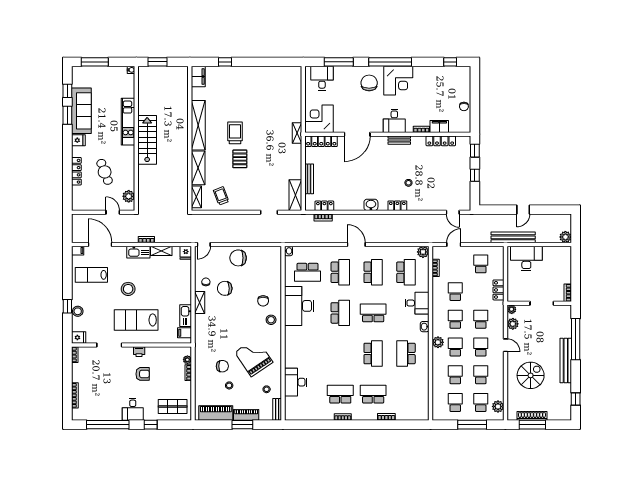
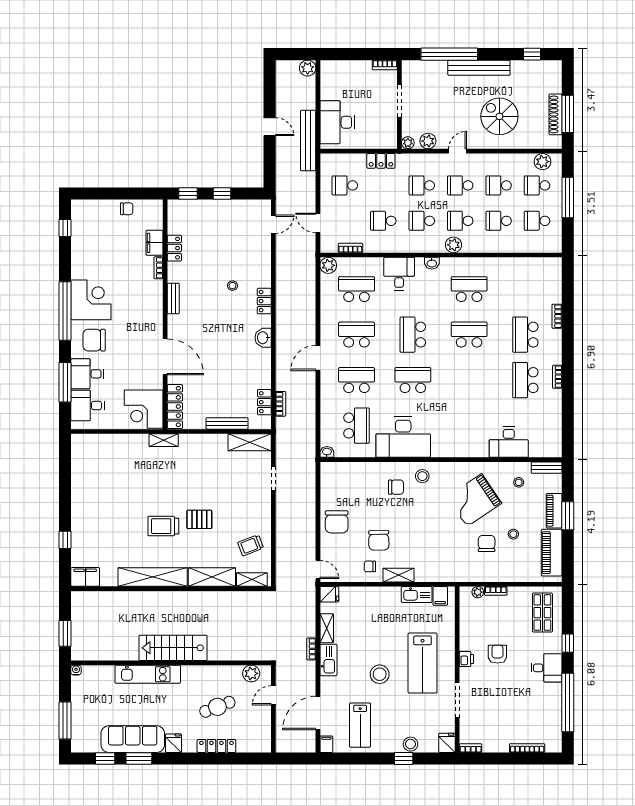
desk: (394, 121) -> (87, 374), moved, turned 180
locker: (441, 141) -> (174, 248), width x0.66
school desk: (406, 354) -> (469, 289), turned 180

